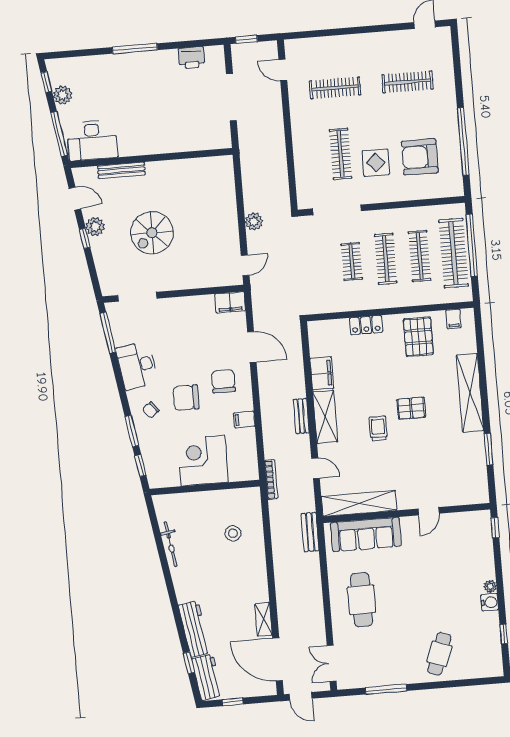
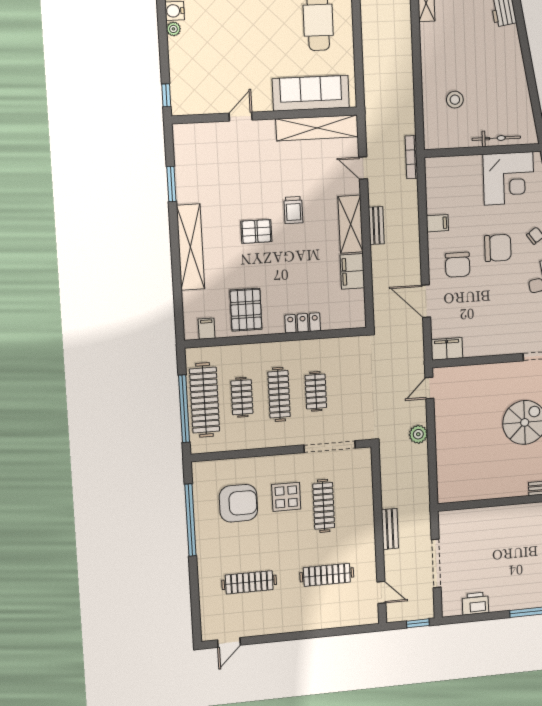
clothes rail: (420, 256) -> (242, 397), width x0.73
corner desk: (203, 461) -> (509, 178), moved
bench: (310, 532) -> (390, 529), moved
bicycle: (171, 544) -> (496, 138), moved, turned 99

